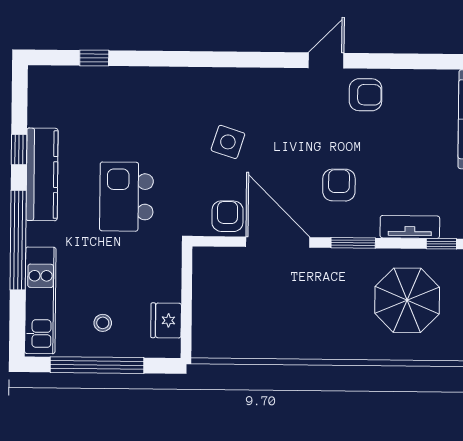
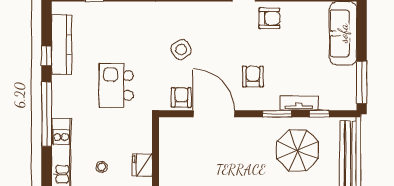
side table: (228, 142) -> (181, 50), turned 38
kitchen counter: (42, 174) -> (62, 45), moved
window: (353, 243) -> (277, 114), moved

